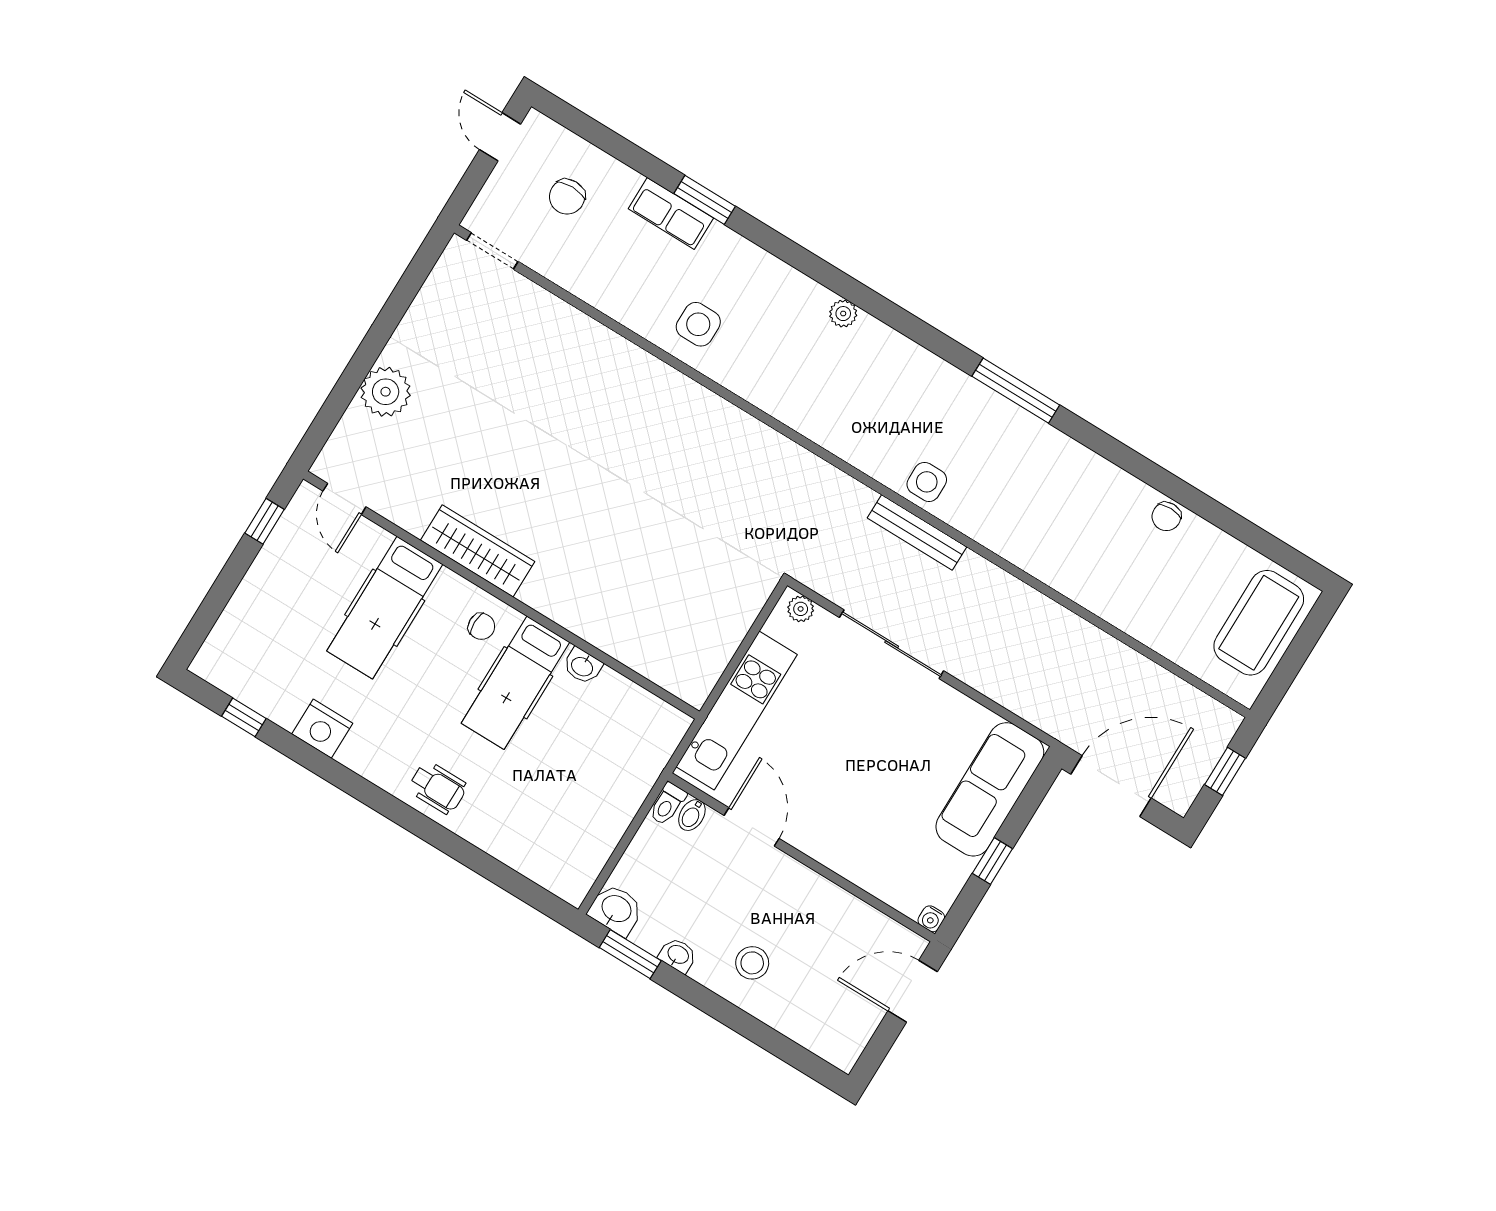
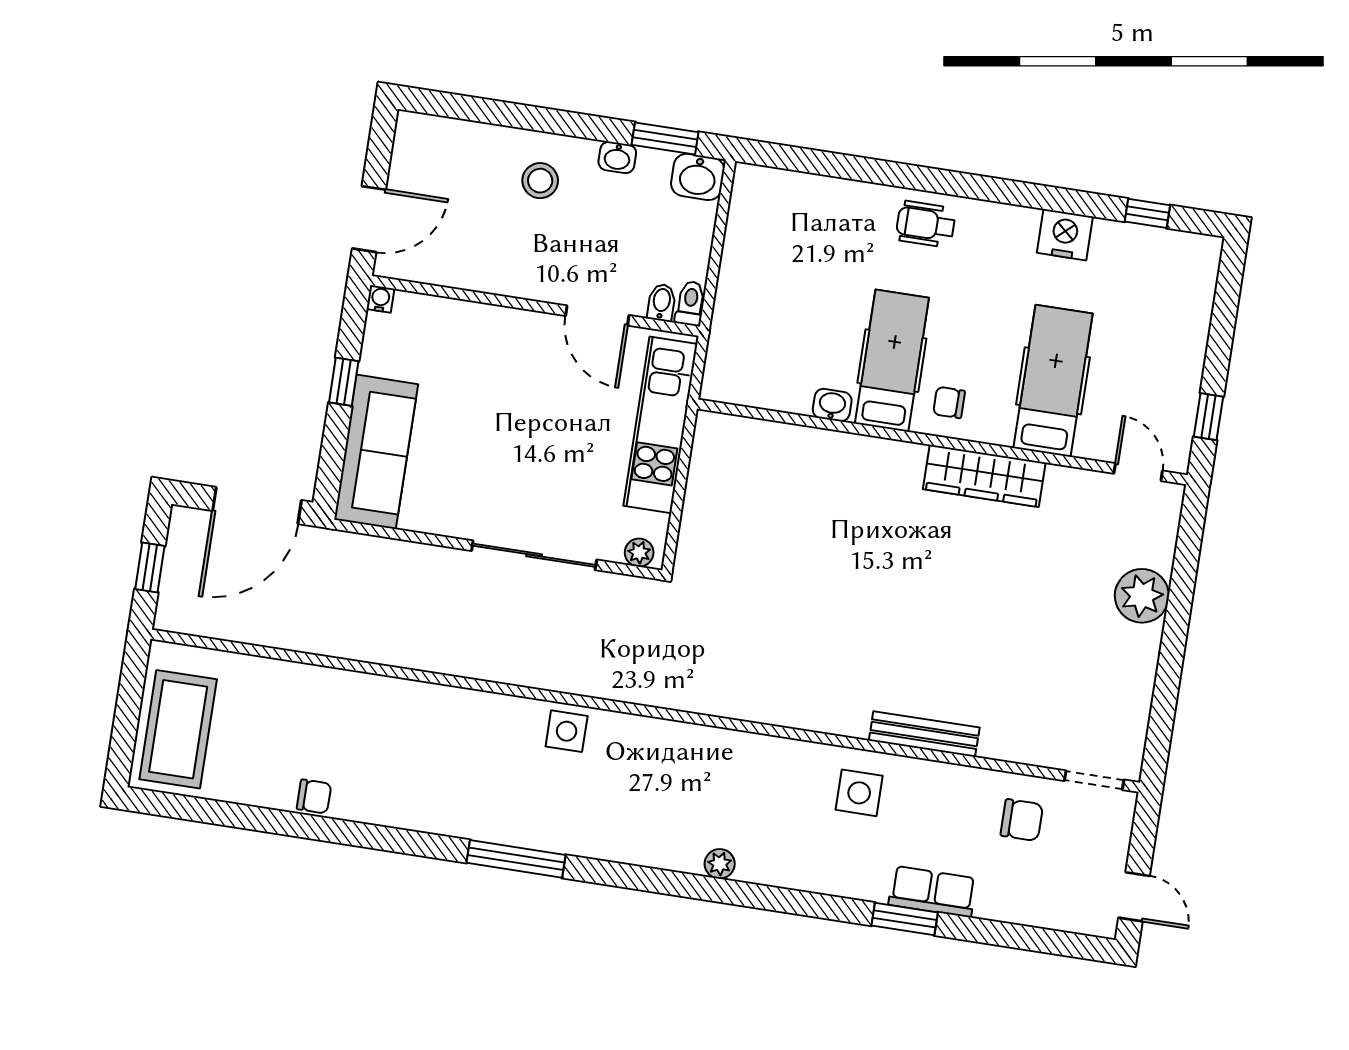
chair: (567, 197) -> (1022, 820), moved, turned 90
chair: (1166, 516) -> (314, 796), turned 90
bench: (917, 532) -> (924, 734), moved

